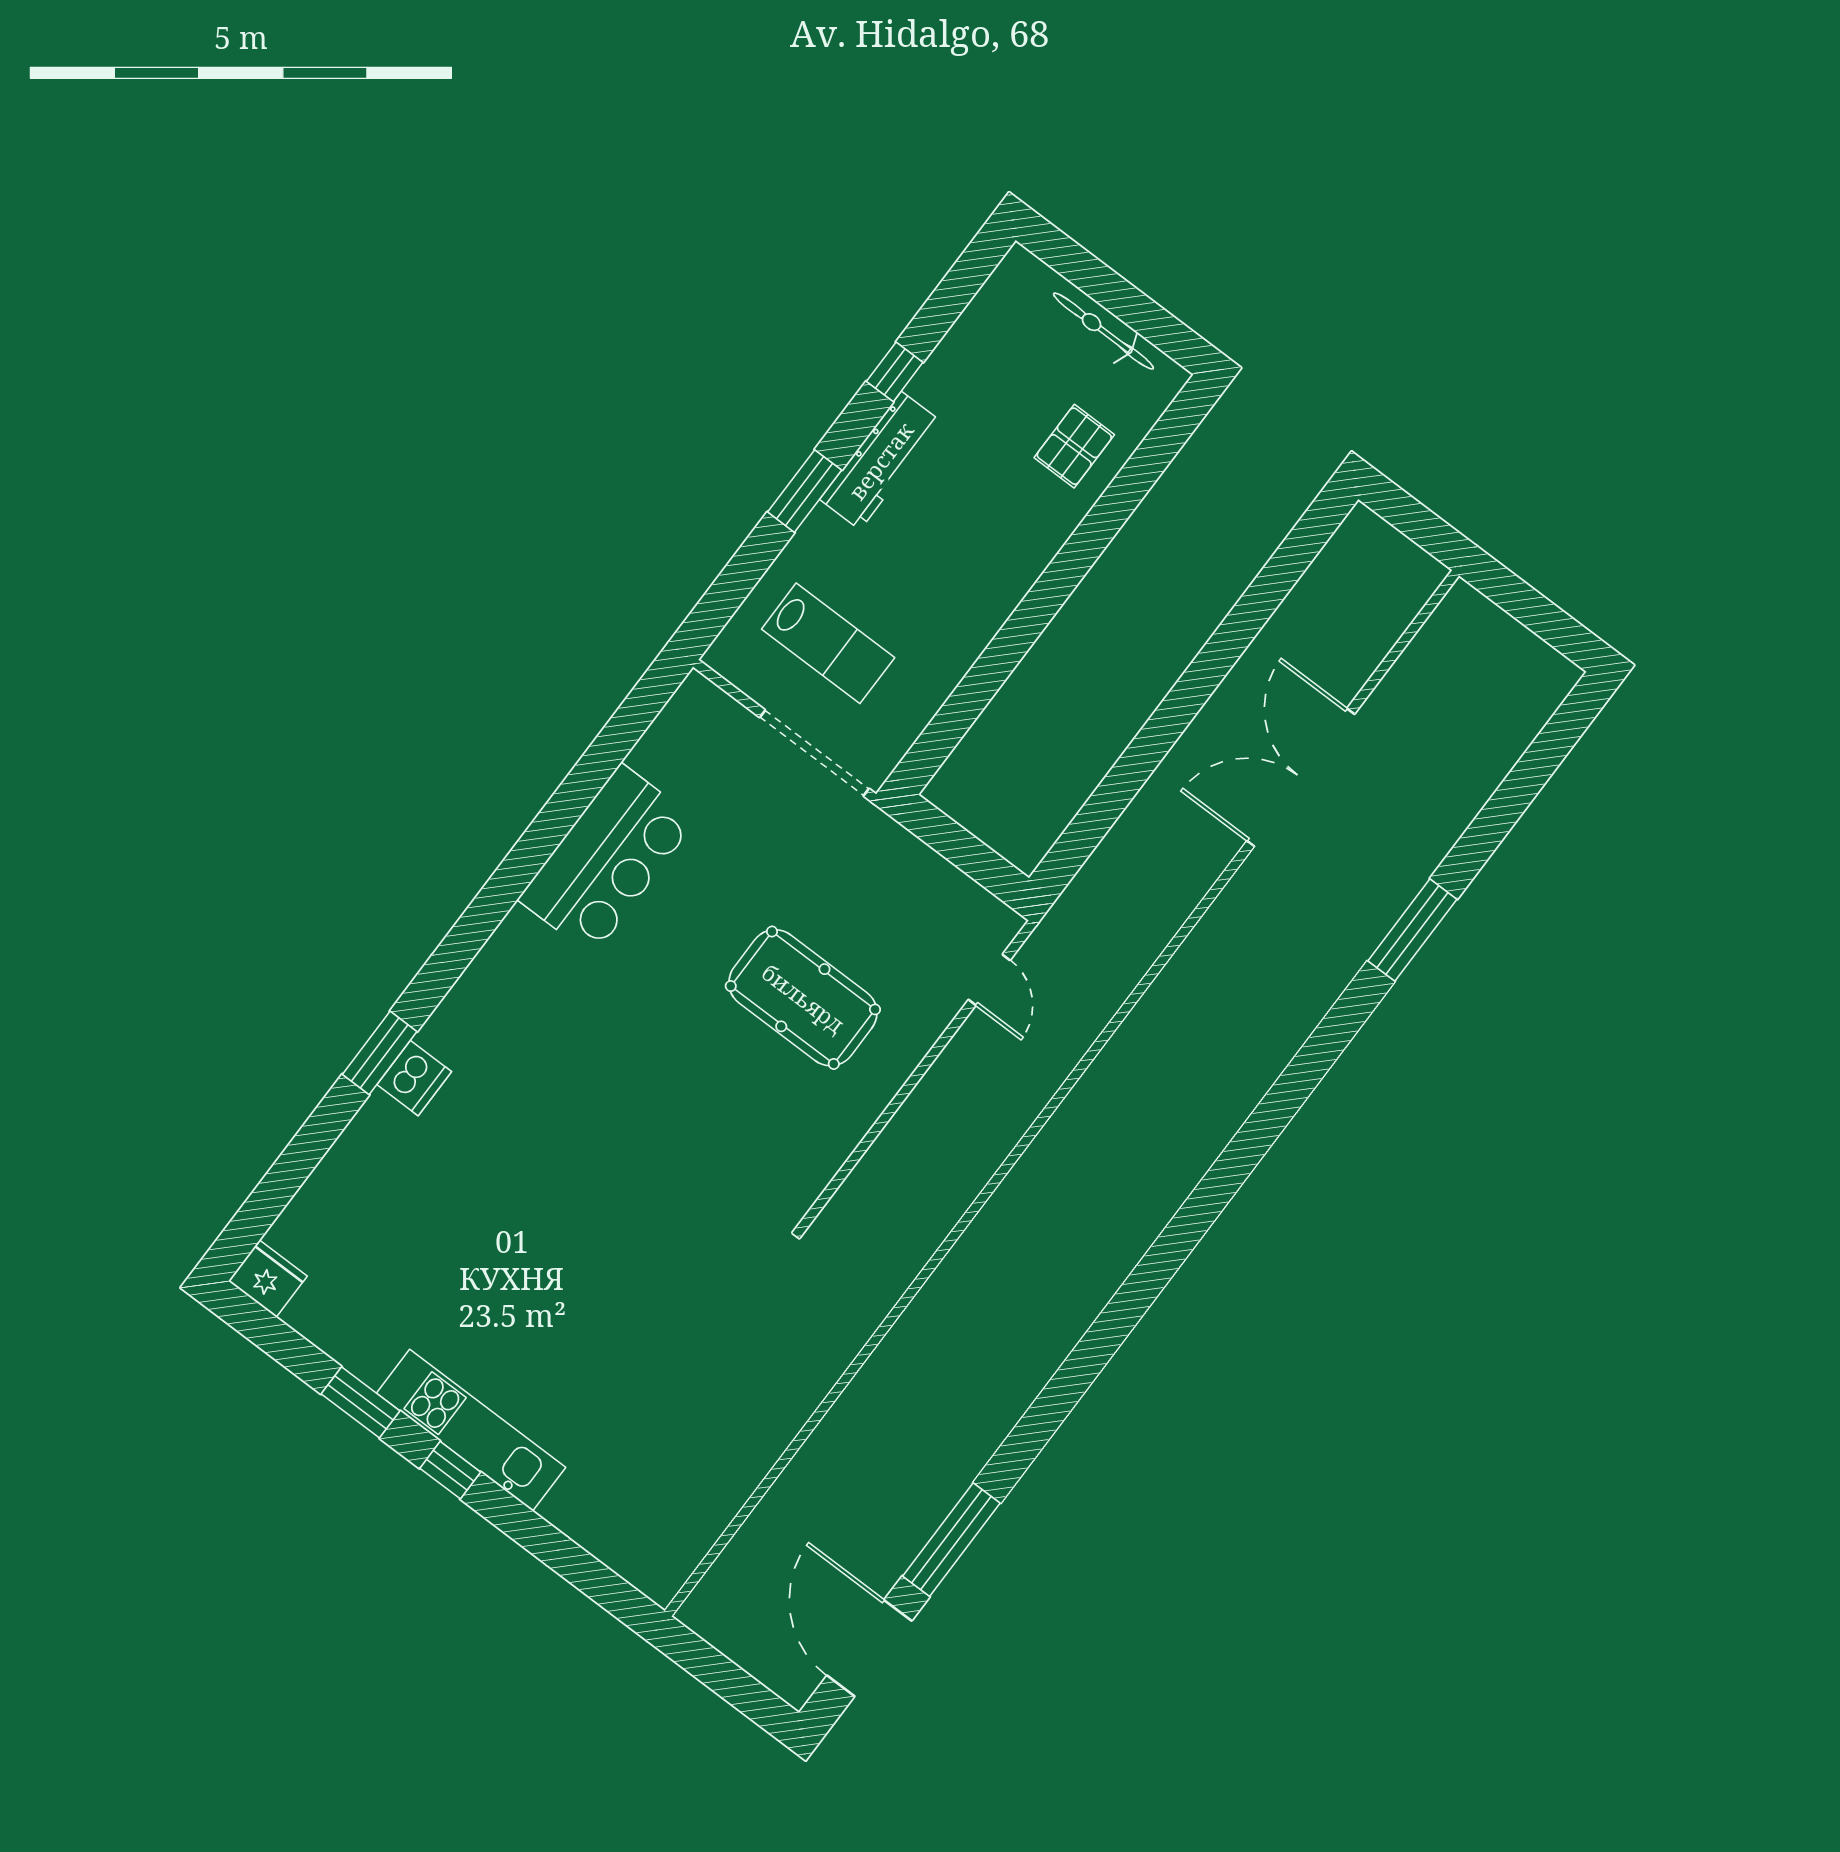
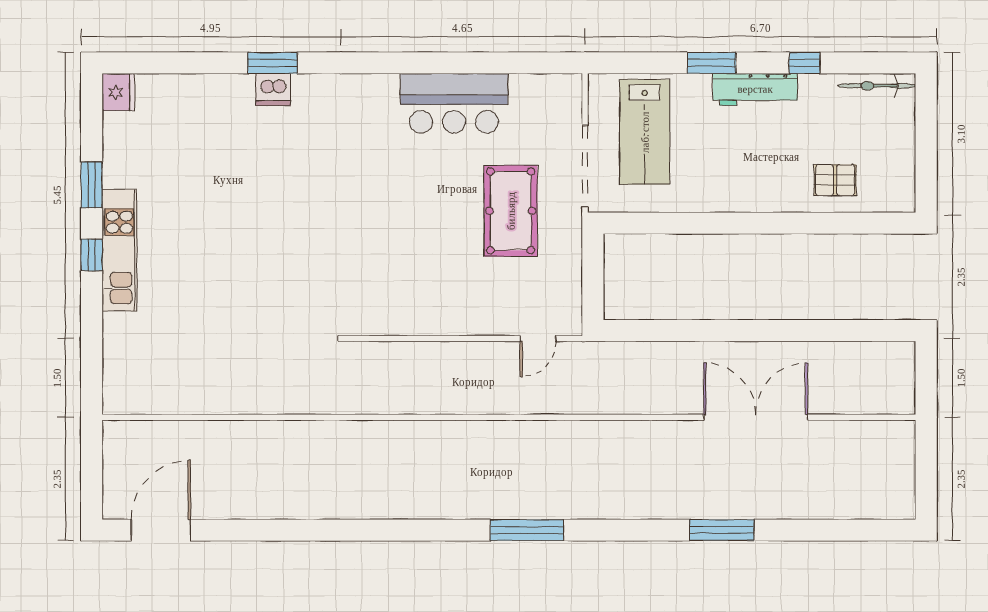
bicycle: (1103, 331) -> (877, 86), moved, turned -90
lab bench: (828, 643) -> (645, 132), width x1.36, depth x1.39
pool table: (803, 998) -> (511, 211), moved
window: (951, 1540) -> (527, 530), moved

